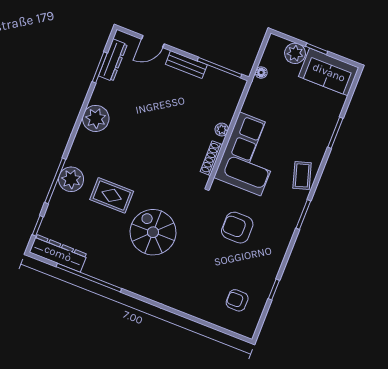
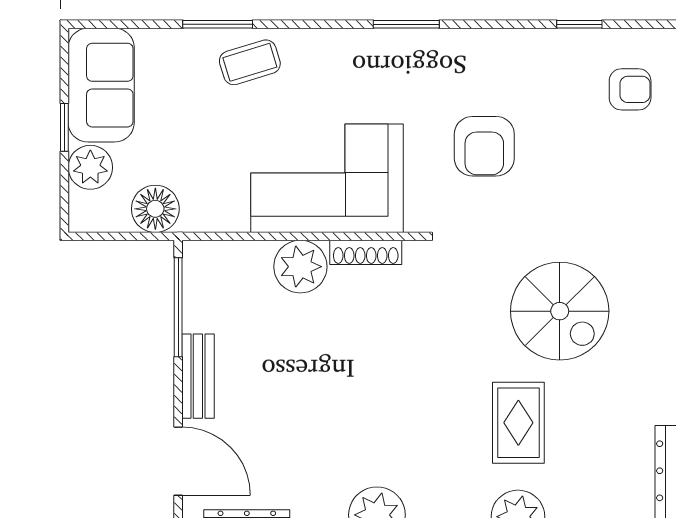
door: (153, 41) -> (178, 461), width x1.38
floor lamp: (261, 73) -> (155, 209), width x1.89, depth x1.89
plant: (222, 130) -> (300, 267), width x1.88, depth x1.88
coffee table: (302, 175) -> (250, 62), moved
spiral stairs: (153, 232) -> (560, 311), turned -90
armchair: (237, 300) -> (630, 89), turned -90

